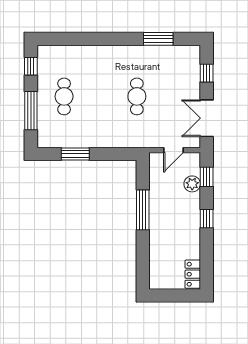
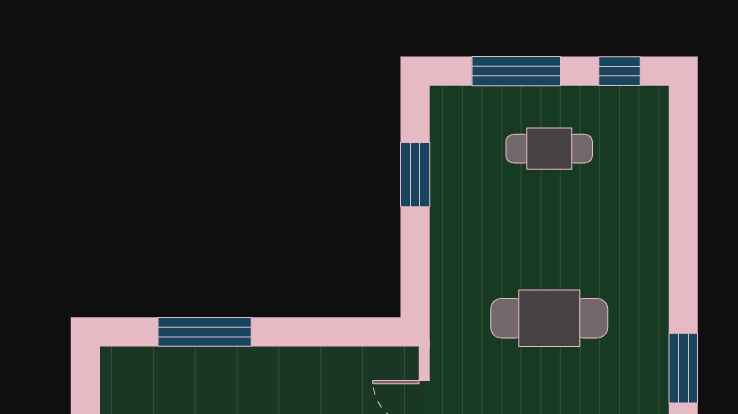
cafe table: (137, 96) -> (549, 318), width x1.37, depth x1.35
window: (143, 210) -> (205, 332), moved

